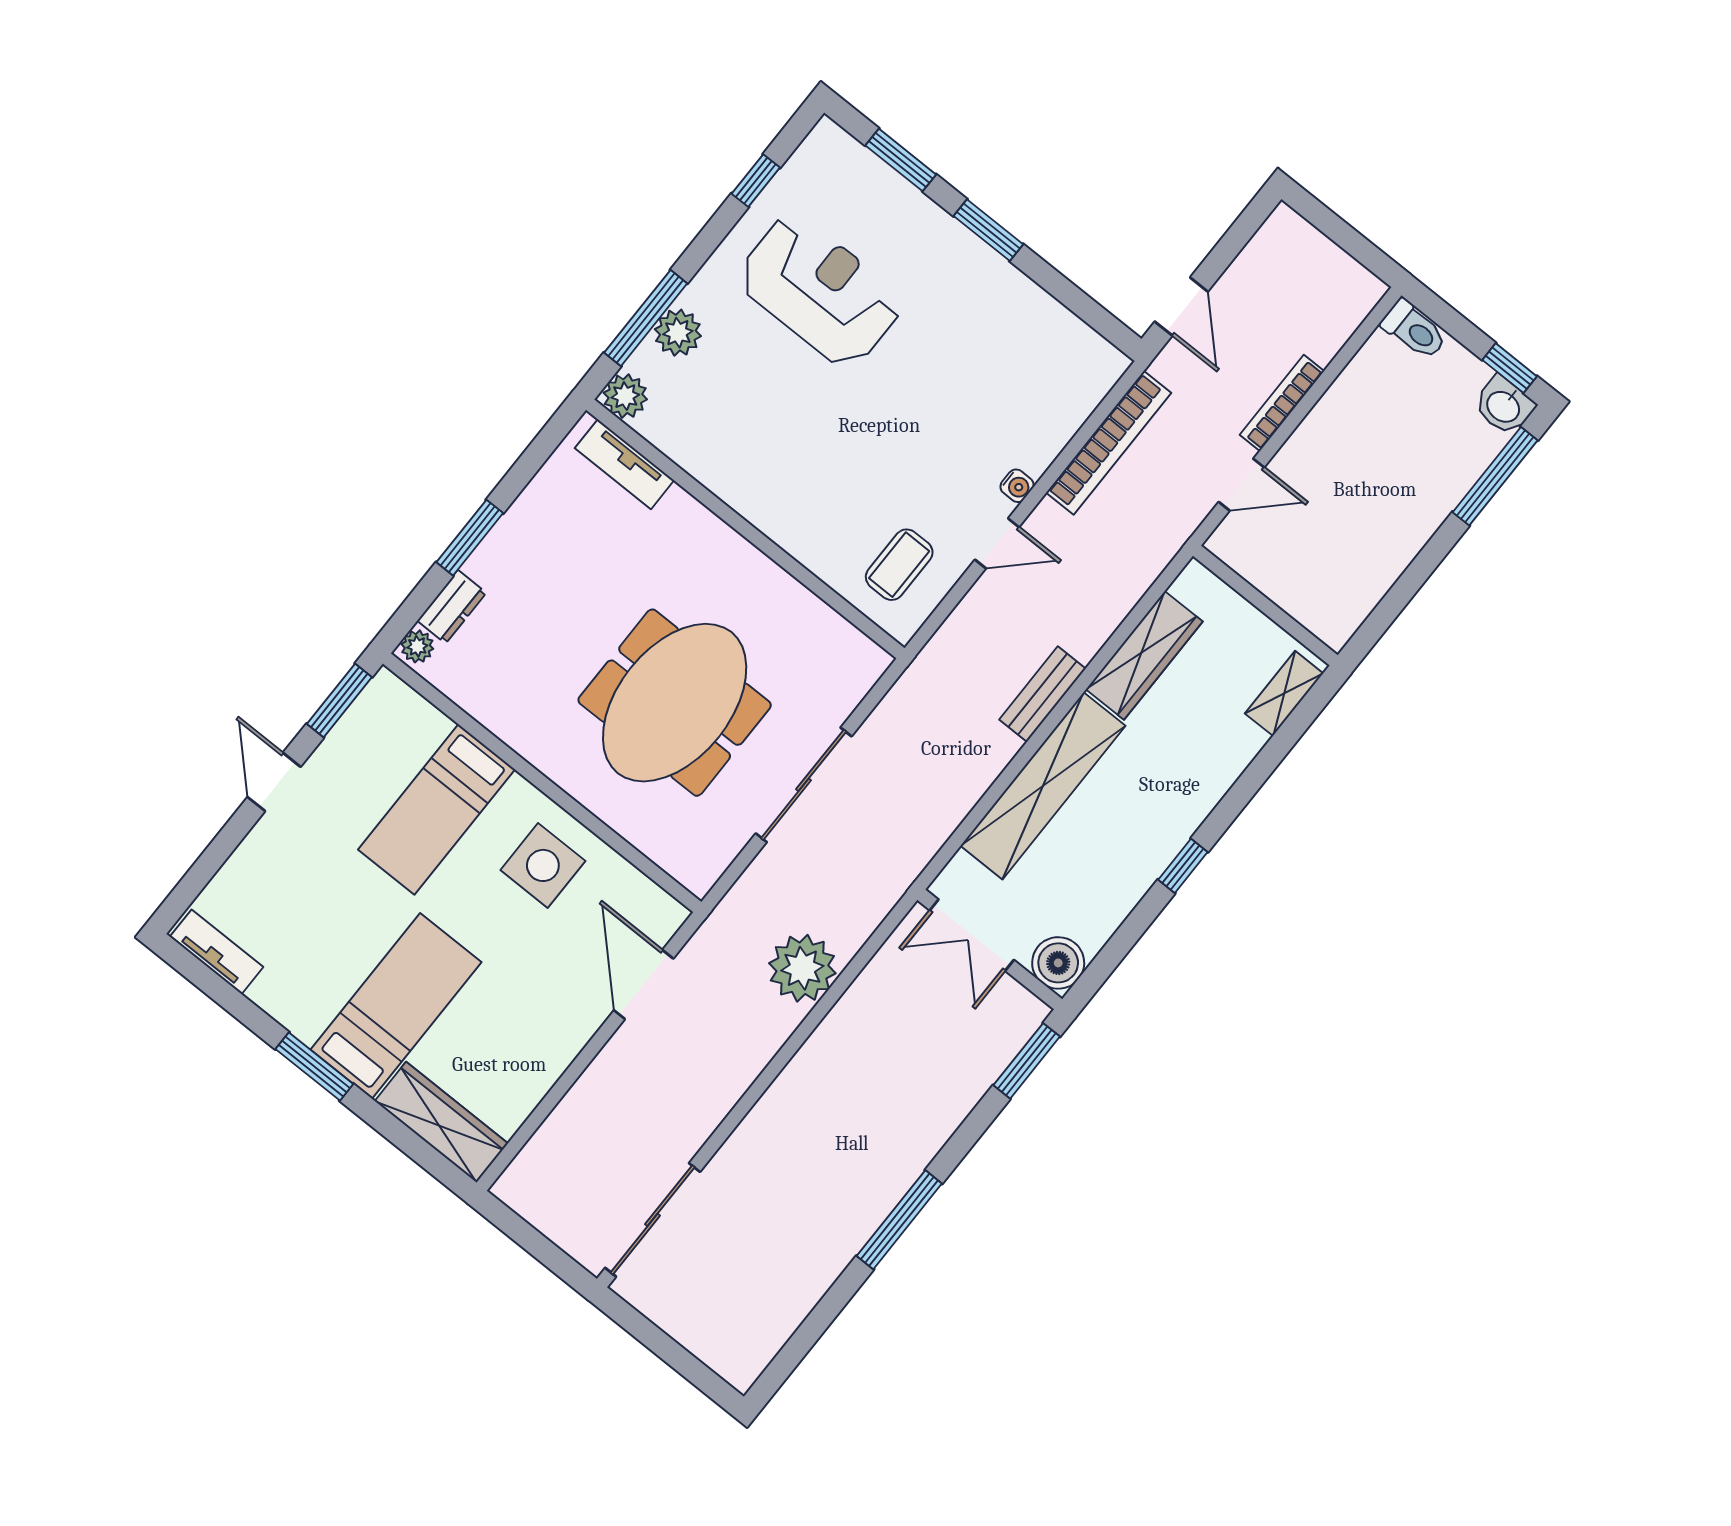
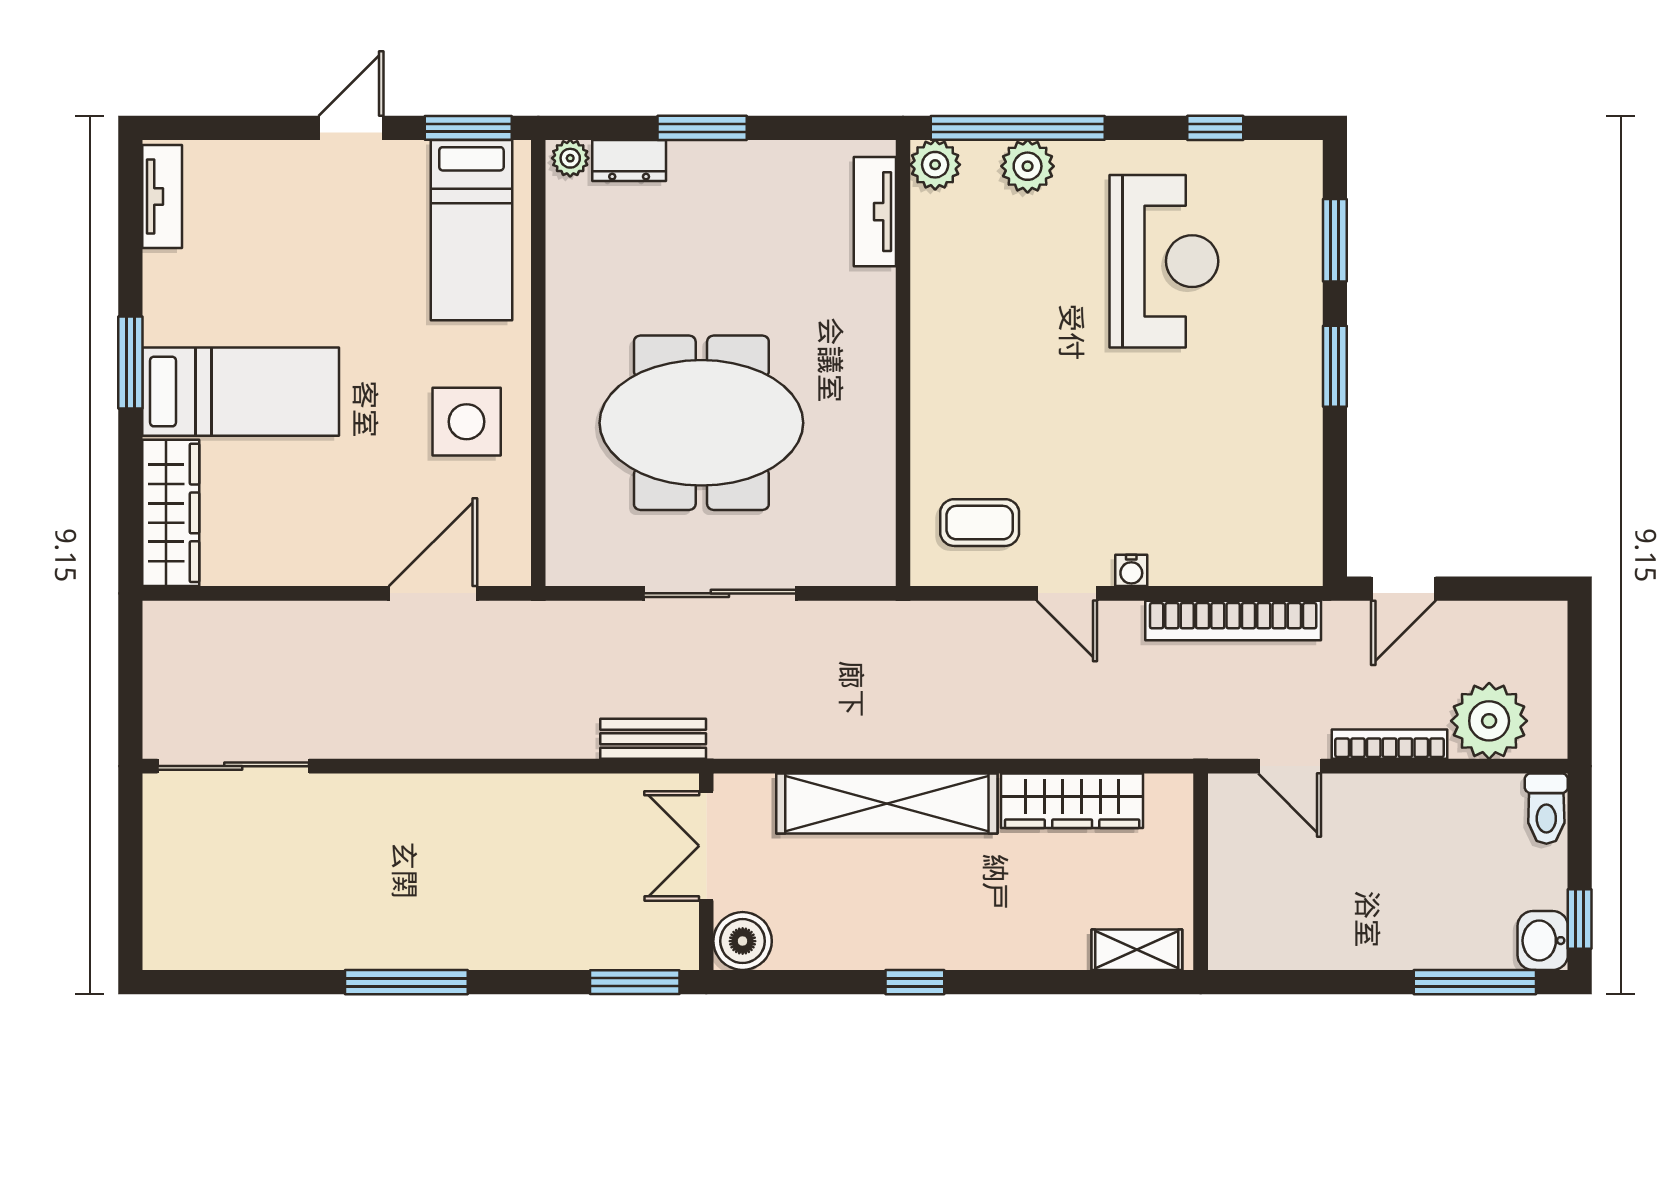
window: (646, 318) -> (1018, 128), width x1.46
bench: (1042, 694) -> (653, 739), moved
bed: (436, 810) -> (471, 230), moved, turned -90
plant: (802, 968) -> (1489, 721), moved

